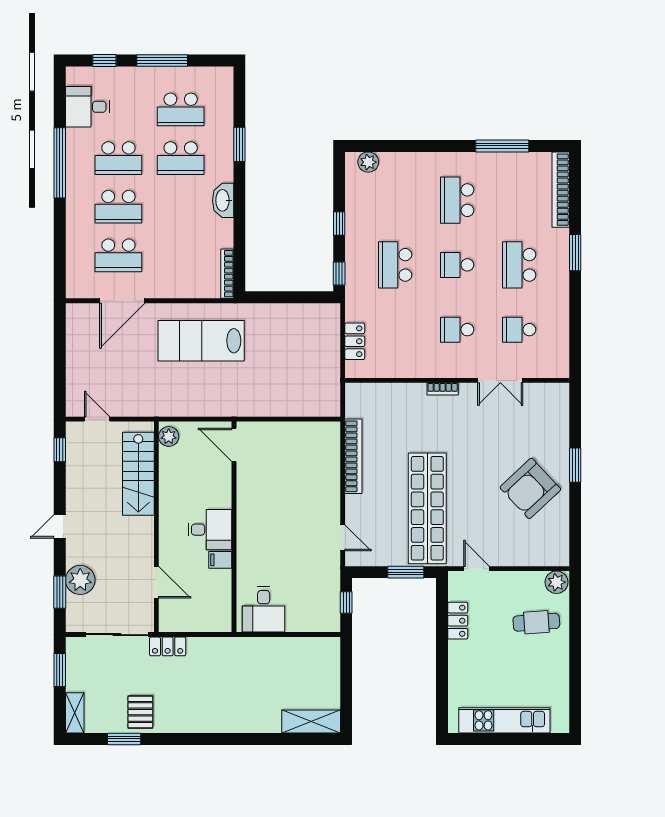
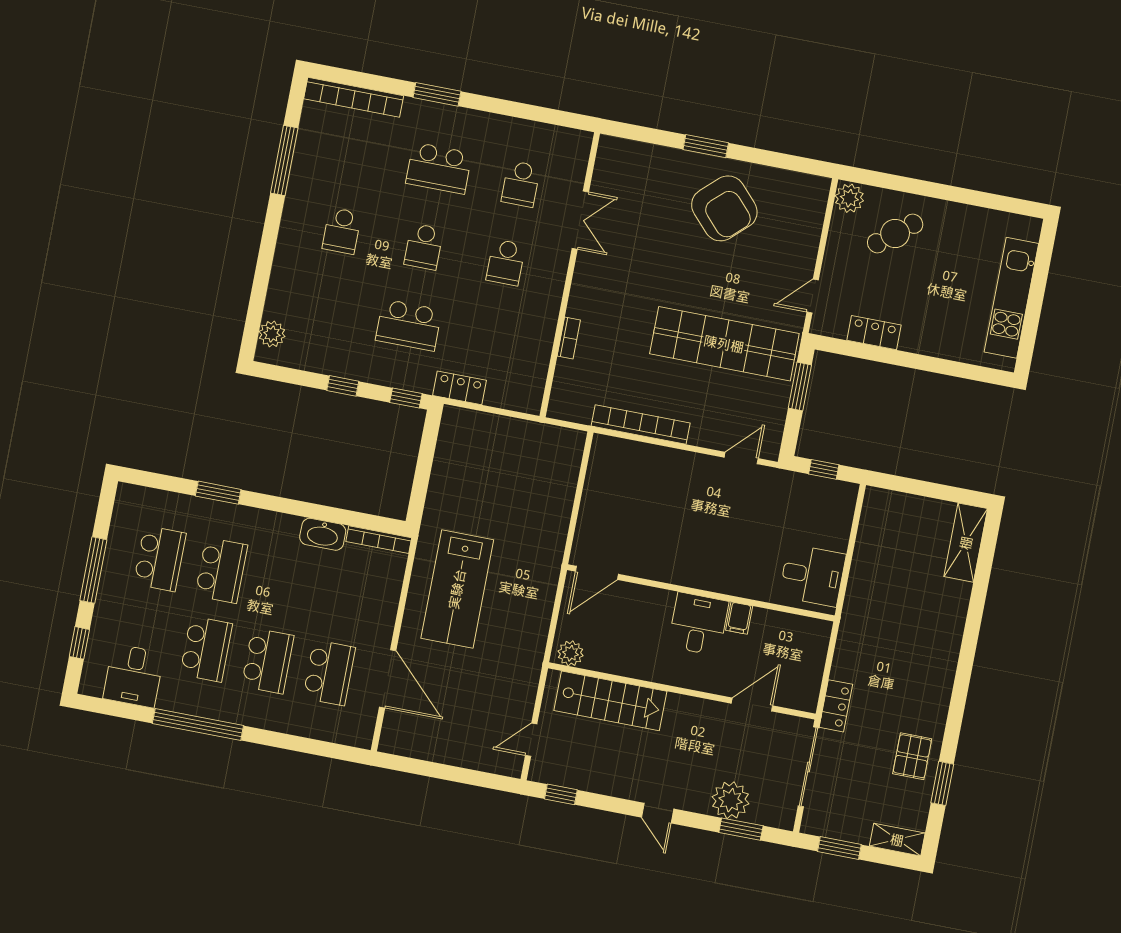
washbasin: (223, 200) -> (323, 534), moved
school desk: (457, 200) -> (342, 231), width x0.54
locker: (355, 341) -> (460, 388), moved
bookcase: (443, 389) -> (569, 338), moved
cafe table: (536, 622) -> (895, 233), turned 55
pallet: (140, 712) -> (912, 756), turned 90

